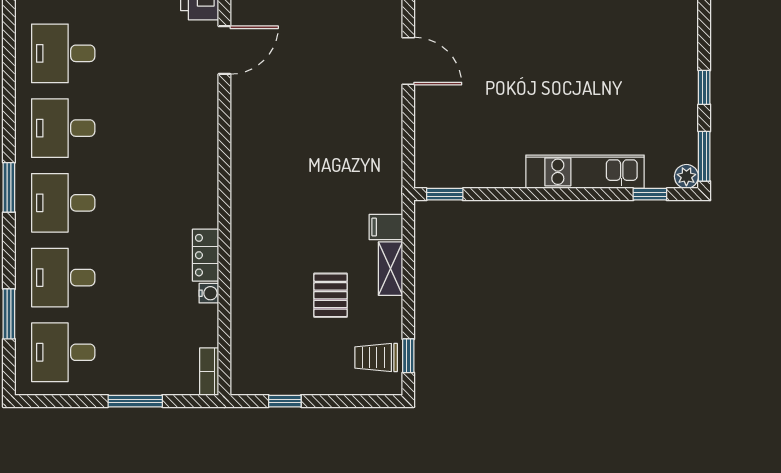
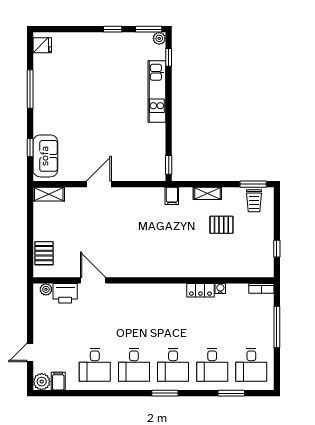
filing cabinet: (386, 227) -> (172, 196), moved
window: (408, 356) -> (253, 184), width x1.50
window: (135, 401) -> (277, 327), width x1.44

